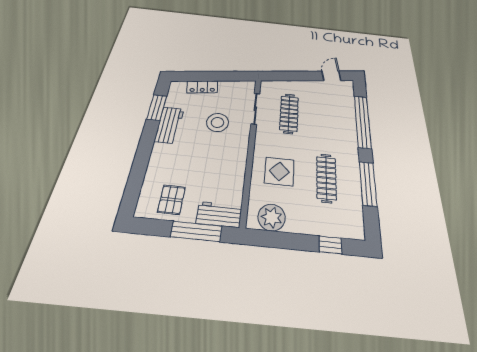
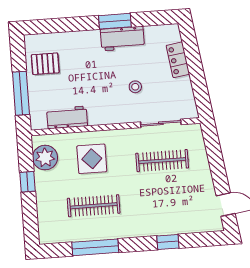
window: (157, 107) -> (115, 21), moved
stool: (217, 122) -> (135, 87), width x0.53, depth x0.53
window: (363, 122) -> (168, 242), width x0.32
workbench: (219, 215) -> (67, 117), moved, turned -90
window: (330, 245) -> (27, 182), moved

